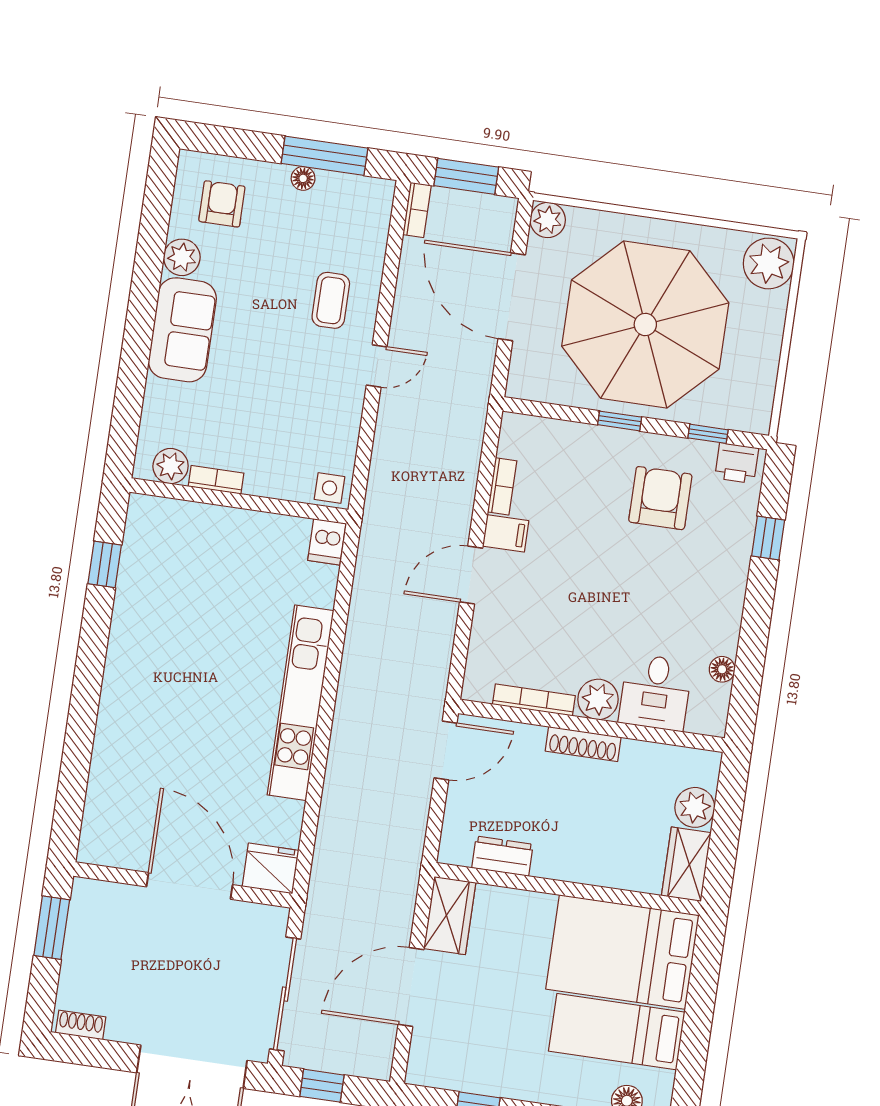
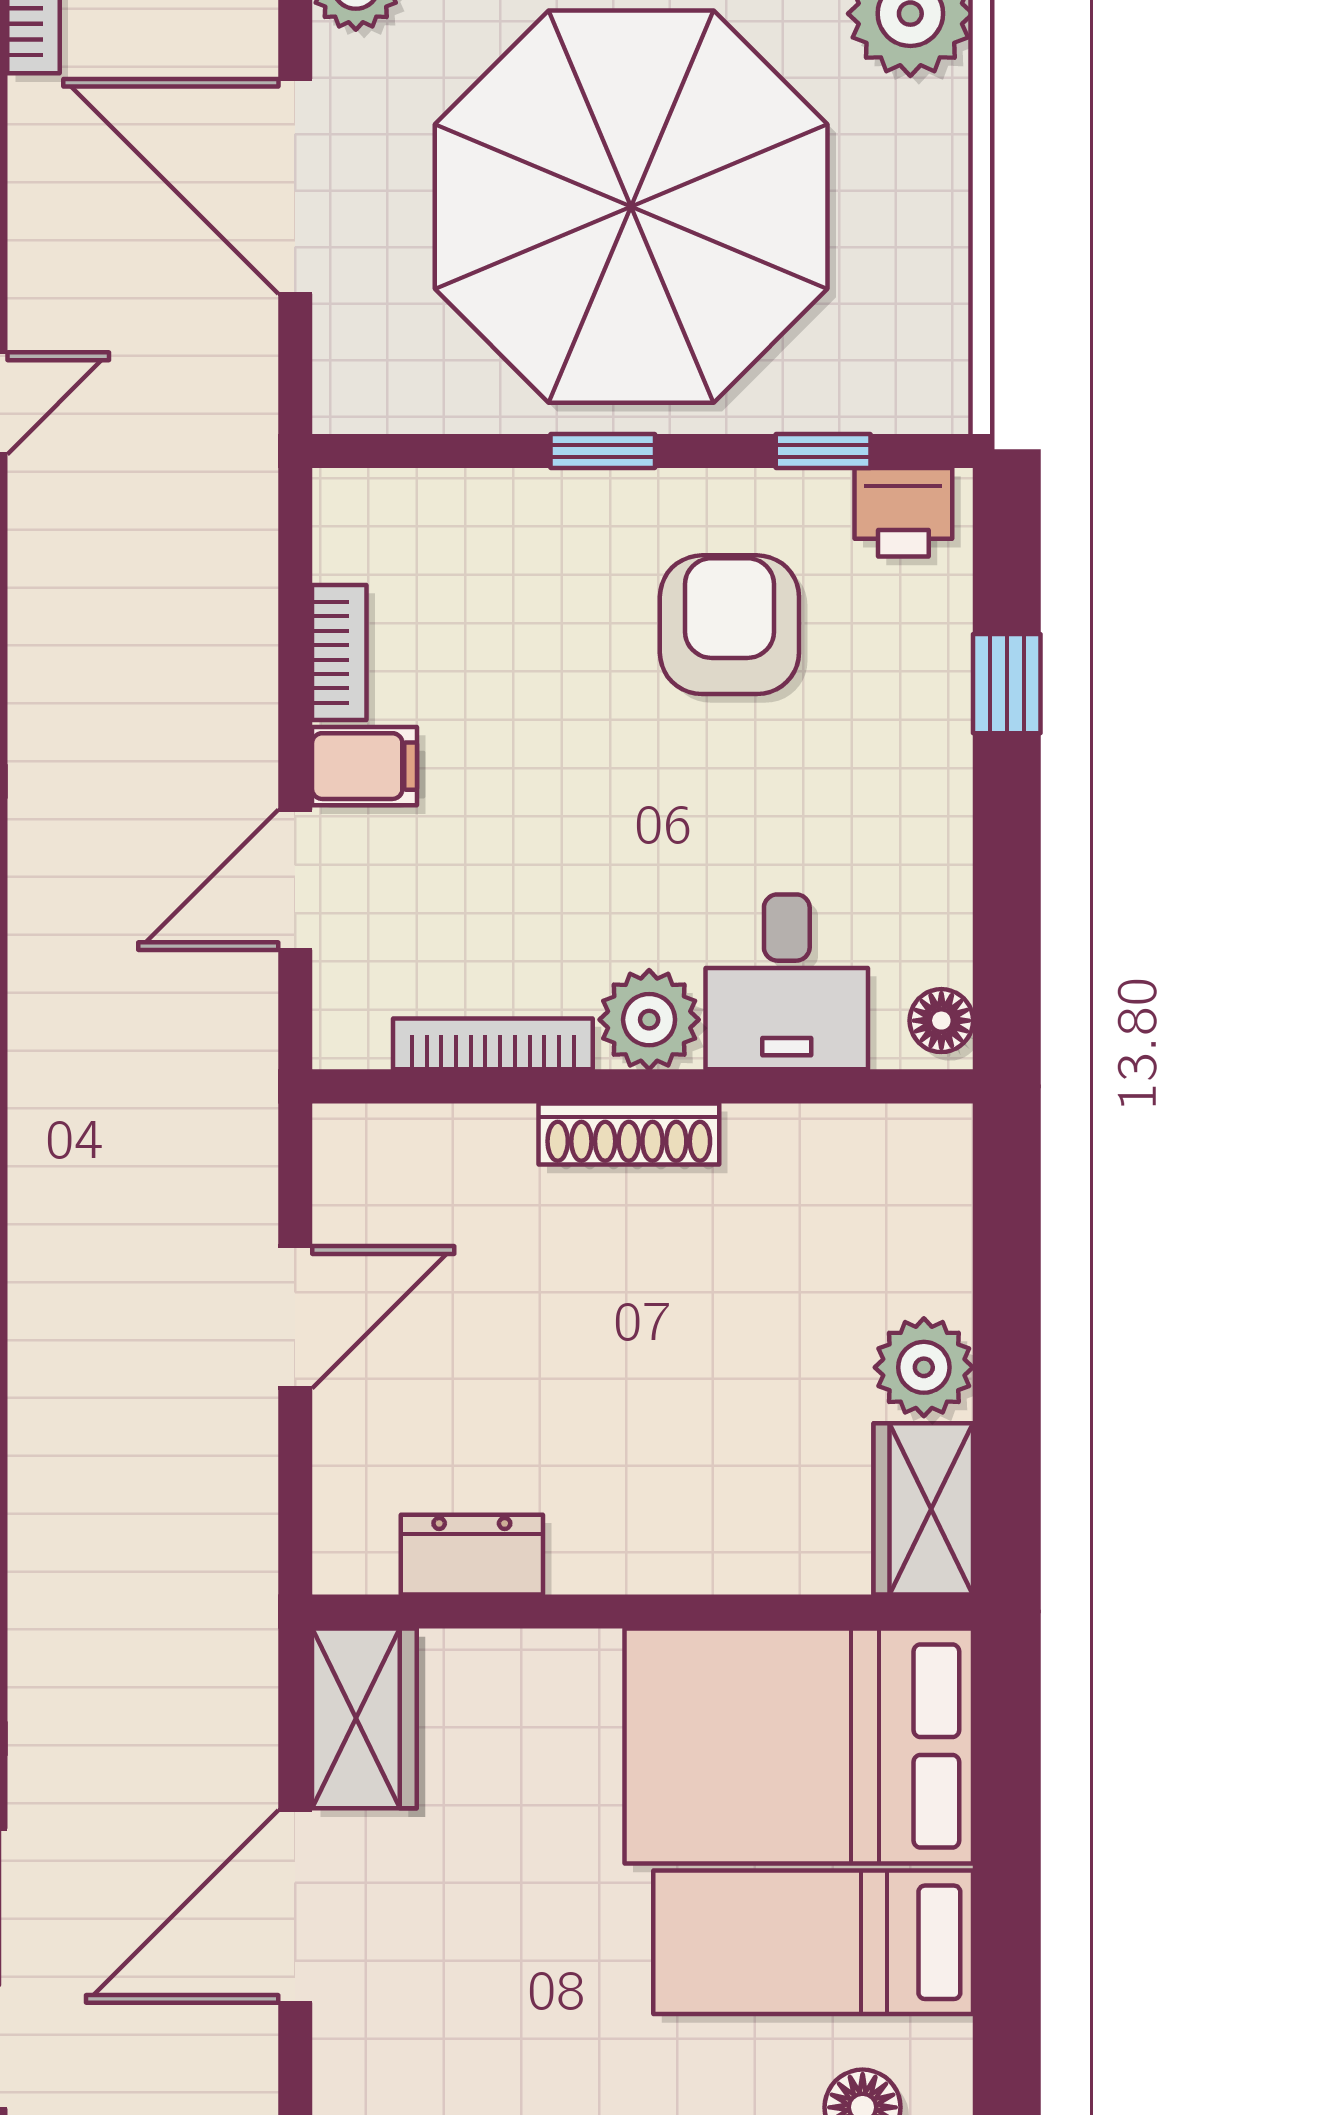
desk: (655, 692) -> (787, 982), moved
plant: (598, 699) -> (649, 1020), moved
bookcase: (534, 700) -> (493, 1044), moved
wall: (591, 726) -> (643, 1086), moved
shoe rack: (583, 744) -> (629, 1134), moved

